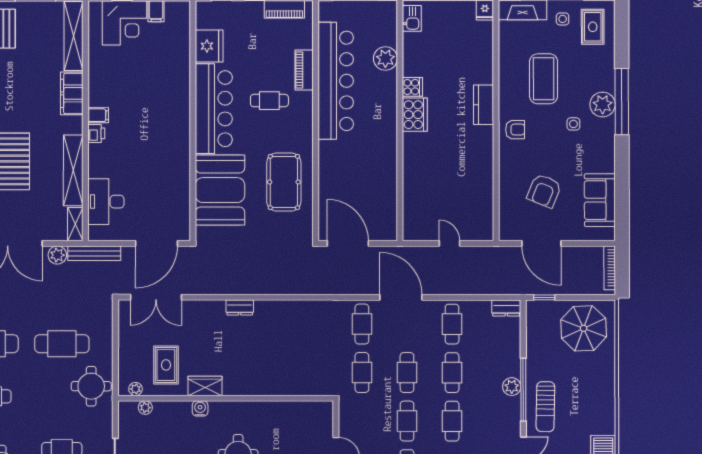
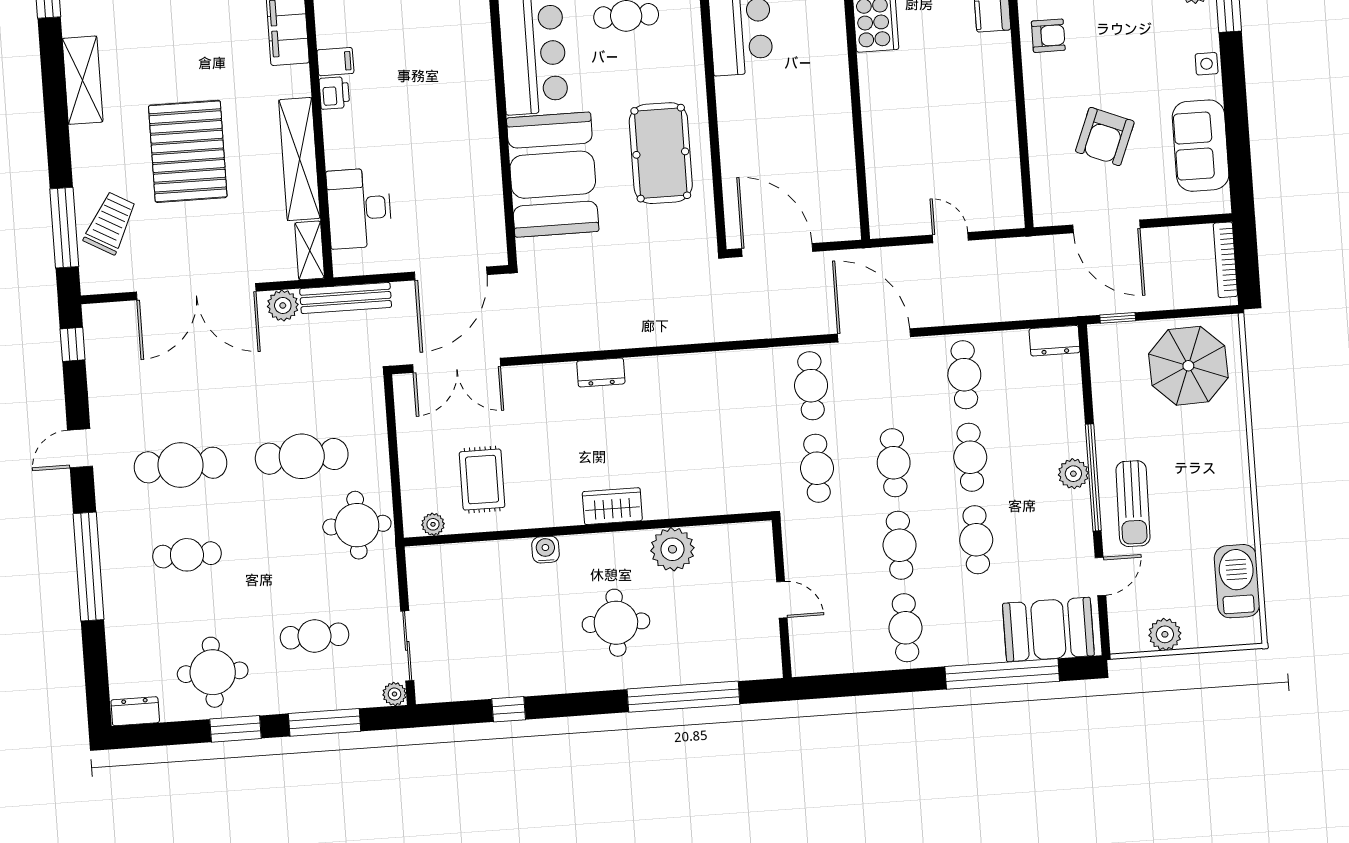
side table: (573, 124) -> (1207, 64), moved
wardrobe: (205, 386) -> (612, 506), moved
plant: (145, 408) -> (672, 549), moved, width x1.87, depth x1.87

